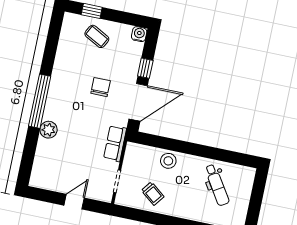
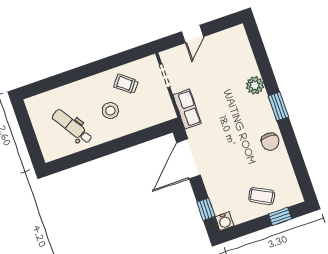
window: (145, 68) -> (206, 209), moved
chair: (101, 87) -> (270, 142), moved
window: (40, 101) -> (278, 106), width x0.47
stool: (168, 161) -> (110, 111), moved

